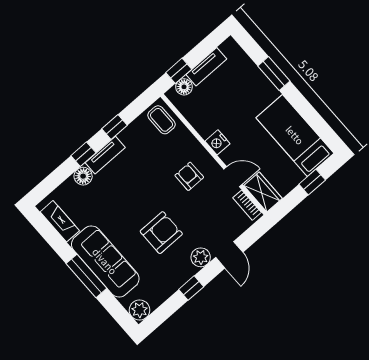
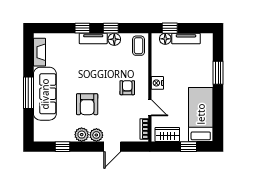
floor lamp: (83, 176) -> (114, 39), moved
wardrobe: (263, 192) -> (167, 135), moved, turned -90
armchair: (161, 233) -> (87, 104), turned 90
window: (191, 288) -> (62, 147), moved
plant: (140, 310) -> (82, 135), moved

